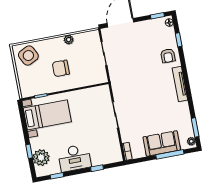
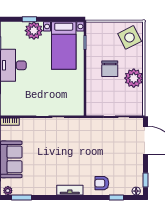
plant: (69, 40) -> (134, 78), width x1.87, depth x1.87
chair: (61, 68) -> (110, 69), turned 180
tv unit: (180, 84) -> (70, 190), width x0.71
plant: (41, 158) -> (34, 31), moved

